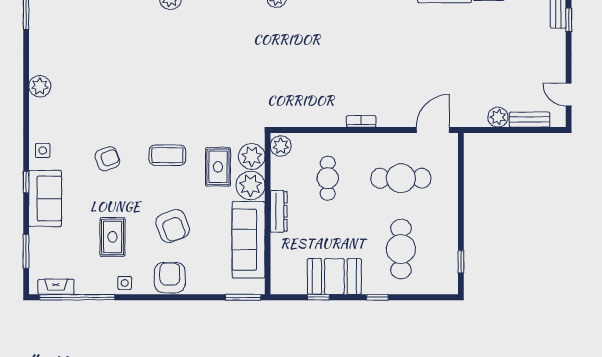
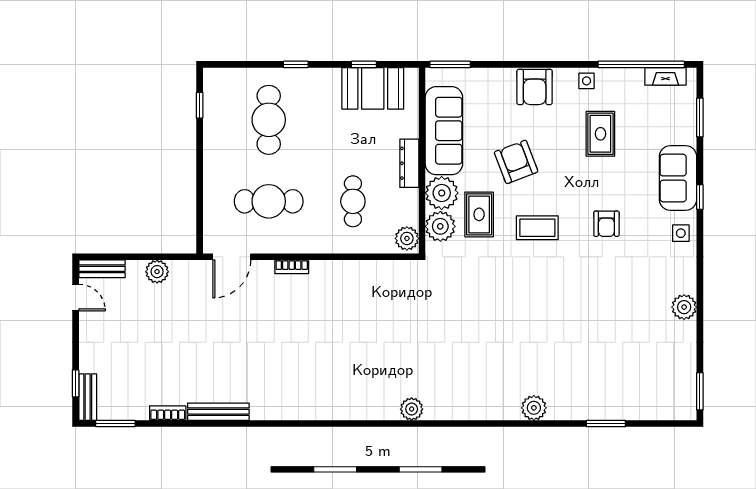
bench: (530, 120) -> (102, 269), moved
bookcase: (361, 121) -> (292, 267), moved
armchair: (107, 159) -> (606, 224), turned -70
armchair: (173, 226) -> (516, 162), moved
booth: (334, 276) -> (373, 88), moved

